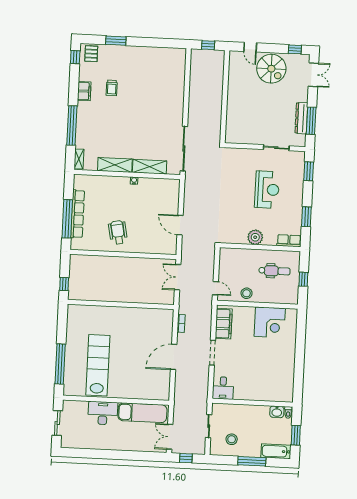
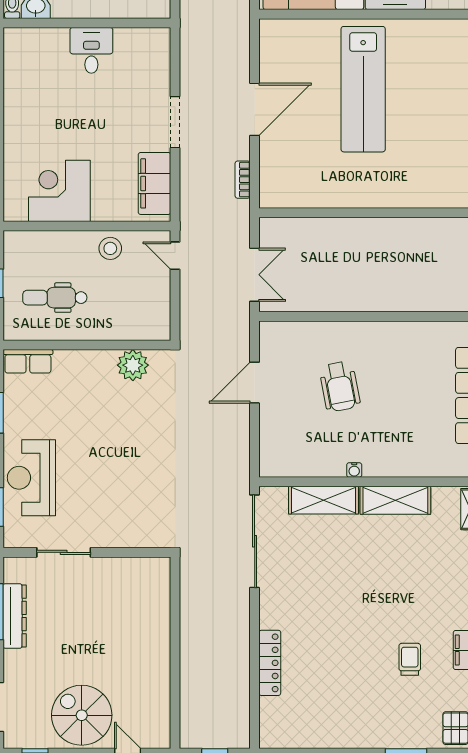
locker: (179, 89) -> (270, 663), added
reception desk: (267, 190) -> (31, 478), moved
door: (180, 225) -> (255, 383), swing flipped
wheelchair: (118, 232) -> (340, 387), moved
plant: (255, 237) -> (133, 365), moved
lab bench: (98, 365) -> (363, 89), moved
desk: (223, 388) -> (91, 50), moved

